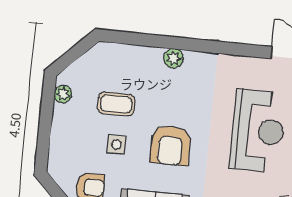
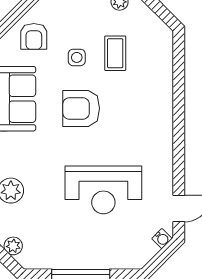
plant: (173, 58) -> (164, 103), removed

